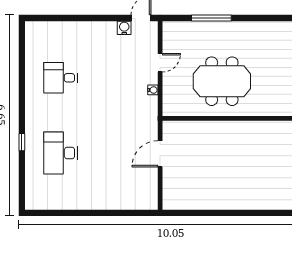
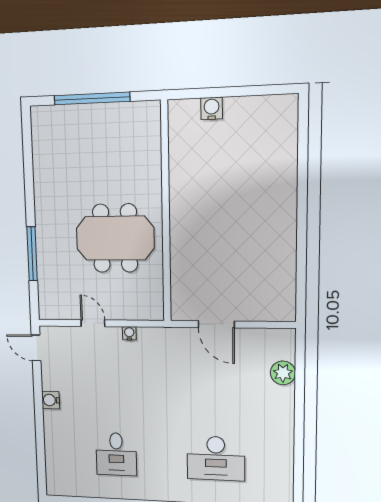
water cooler: (124, 28) -> (51, 400), moved
meeting table: (222, 81) -> (115, 238), turned 90
plant: (126, 201) -> (283, 373), added

